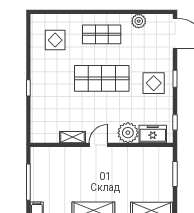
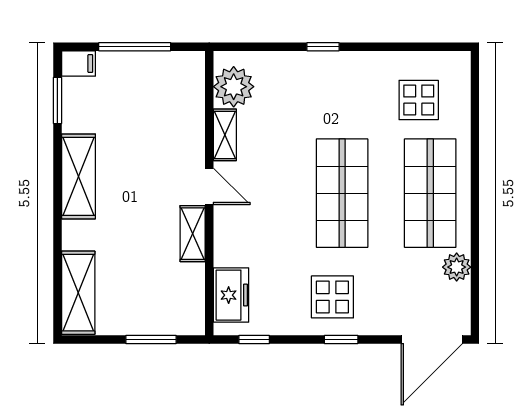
shop shelf: (102, 34) -> (430, 193), width x1.43, depth x1.36
plant: (128, 133) -> (234, 87), moved
shelving: (122, 153) -> (193, 234), added

